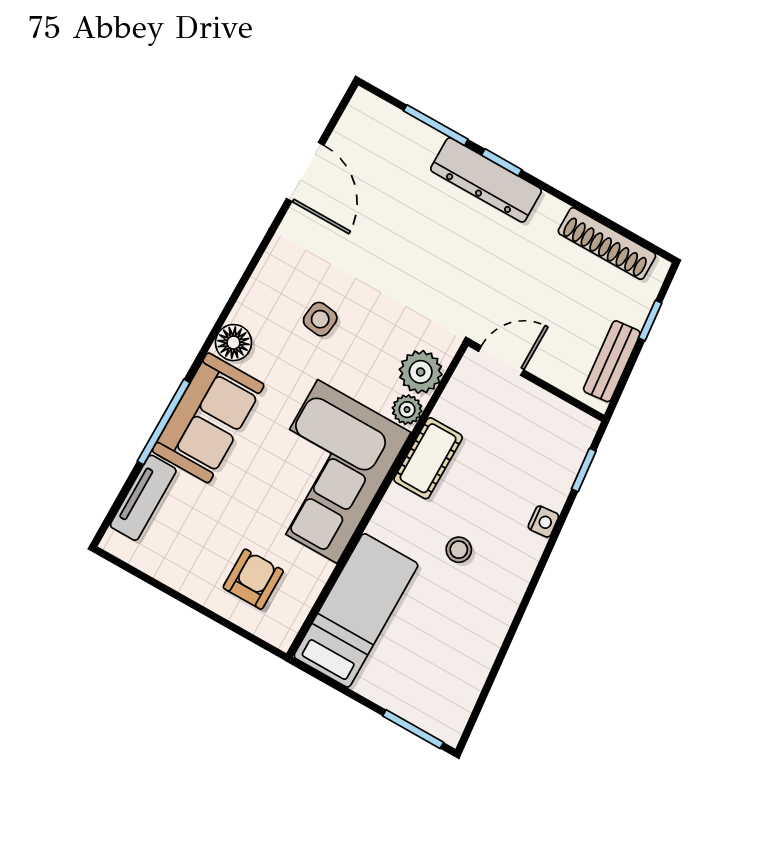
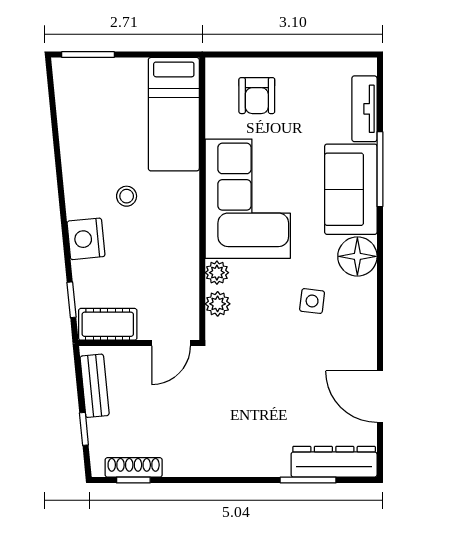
window: (502, 162) -> (133, 480), moved
dresser: (486, 180) -> (334, 462), moved
shoe rack: (607, 244) -> (134, 467), width x0.74, depth x0.81
floor lamp: (233, 343) -> (357, 256), width x1.38, depth x1.38
plant: (421, 372) -> (218, 304), width x0.73, depth x0.73
cot: (428, 458) -> (108, 324), moved, turned 90
nightstand: (543, 521) -> (86, 239), width x1.89, depth x1.79

